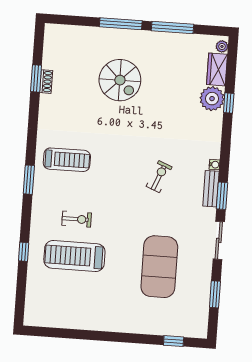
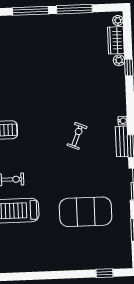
spiral stairs: (120, 80) -> (35, 58), removed
plant: (212, 99) -> (119, 60), width x0.53, depth x0.53
exercise mat: (159, 267) -> (86, 212), turned 90

